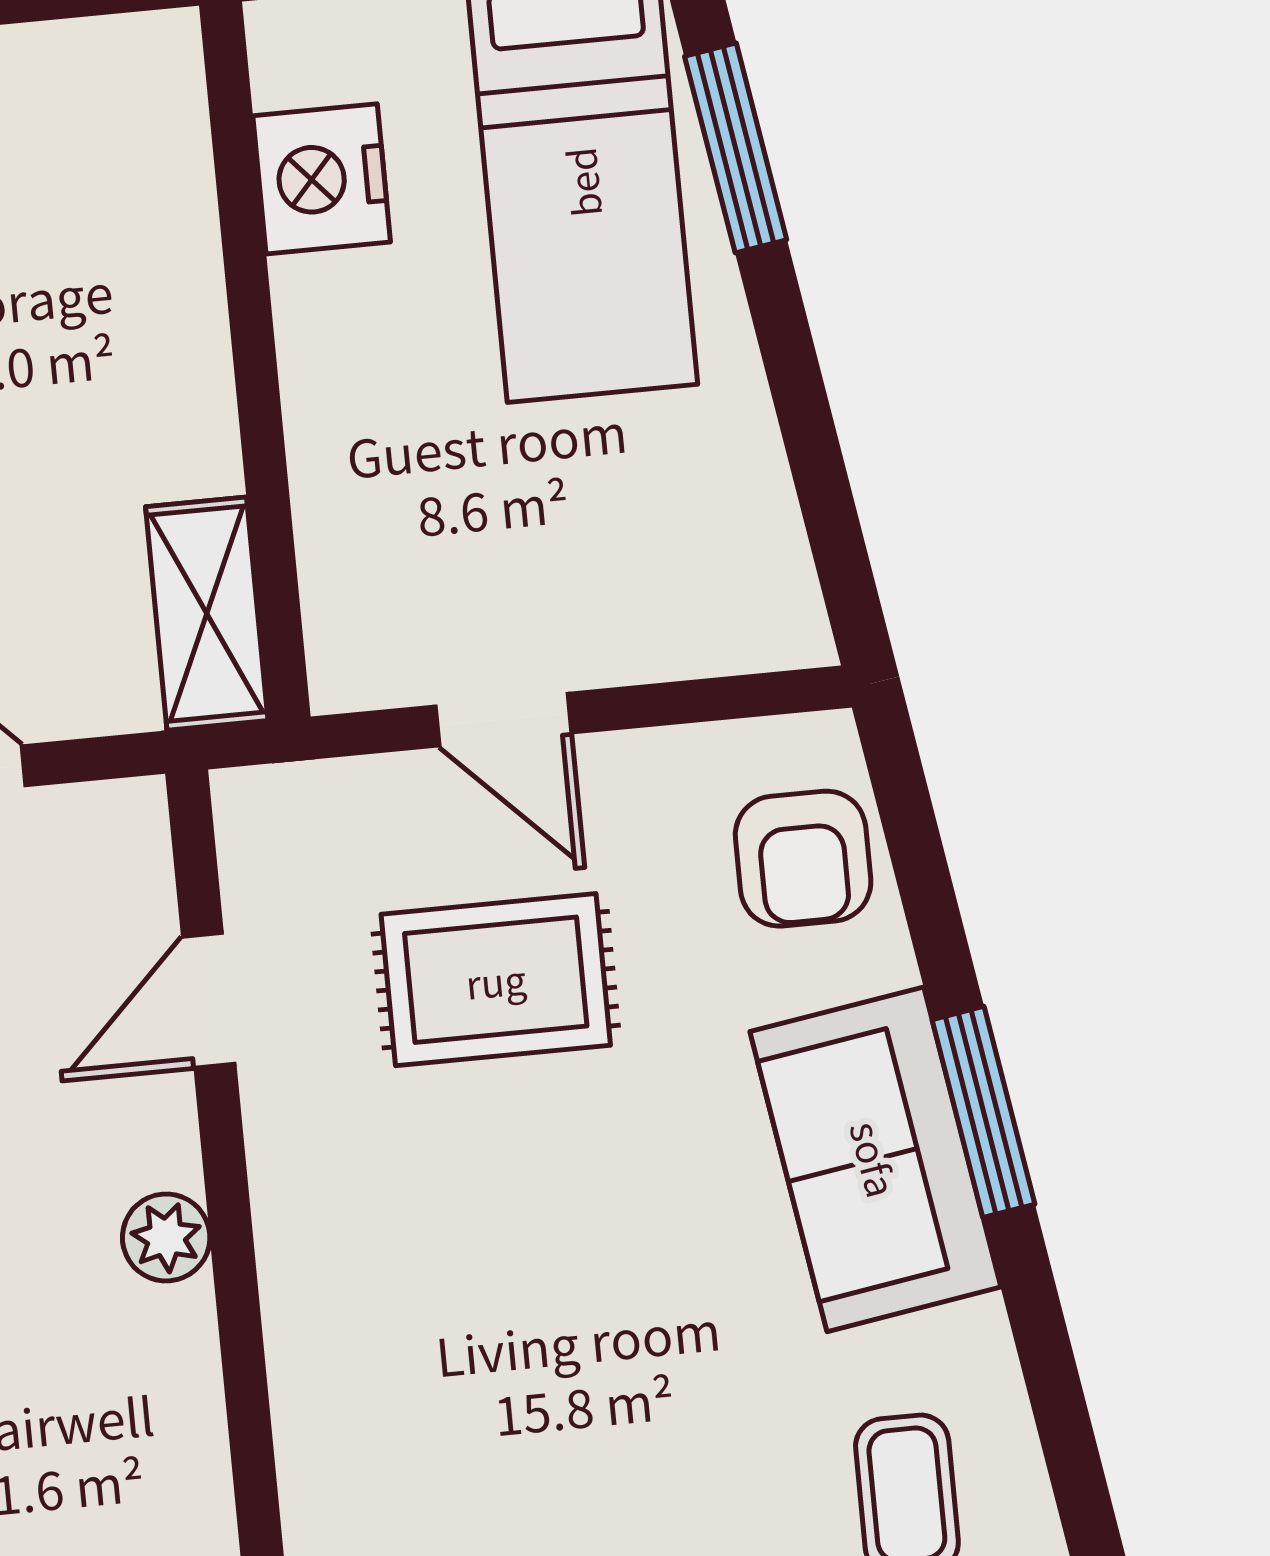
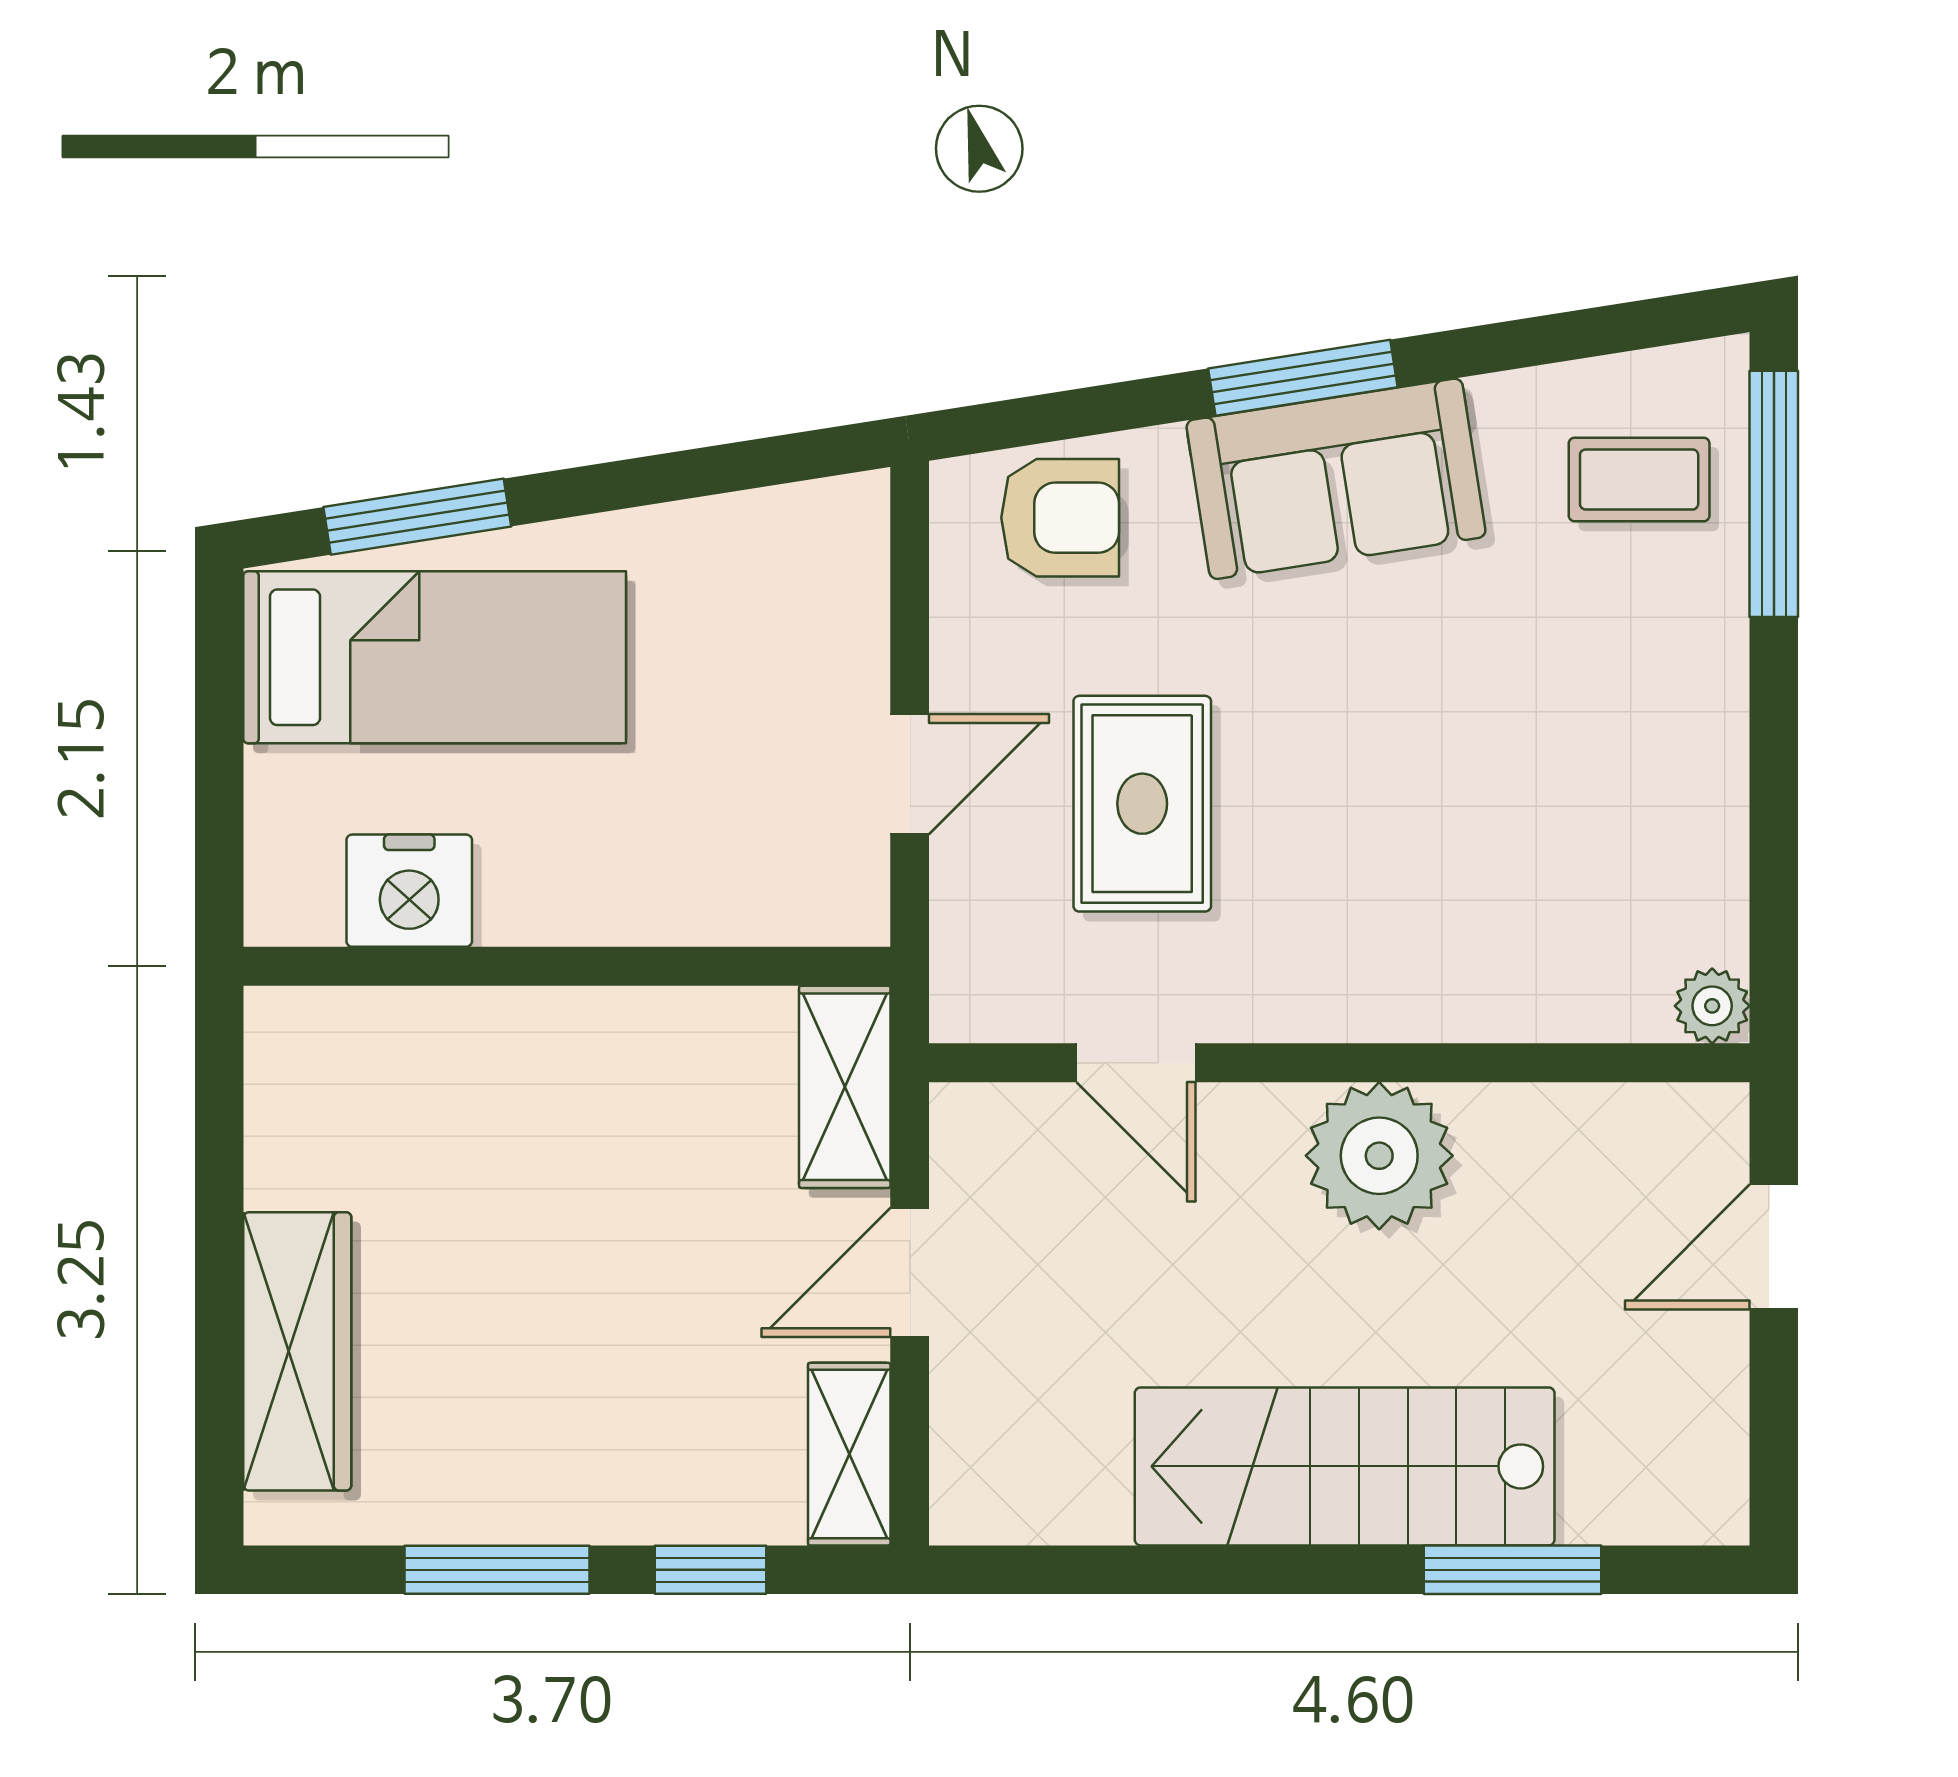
shelving: (207, 614) -> (845, 1087), moved, turned 90
plant: (166, 1237) -> (1379, 1156), width x1.87, depth x1.87

